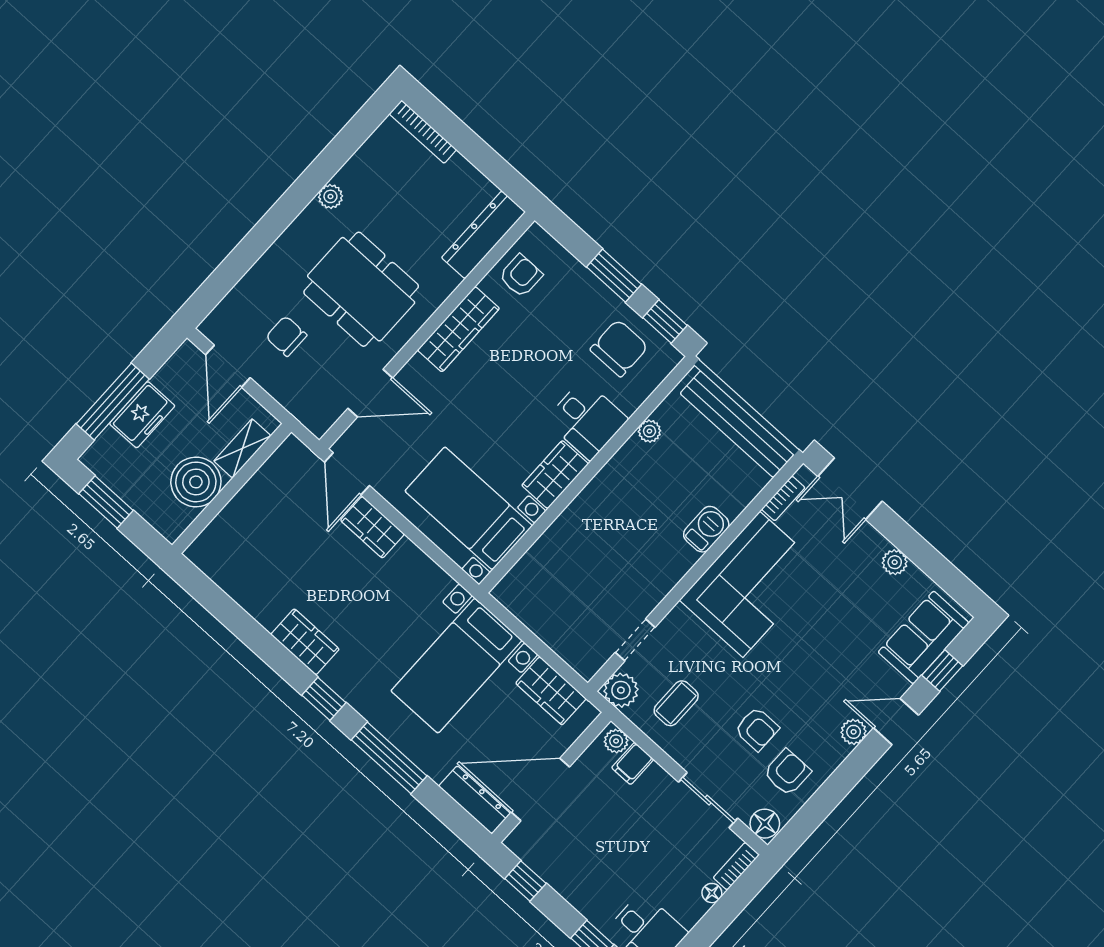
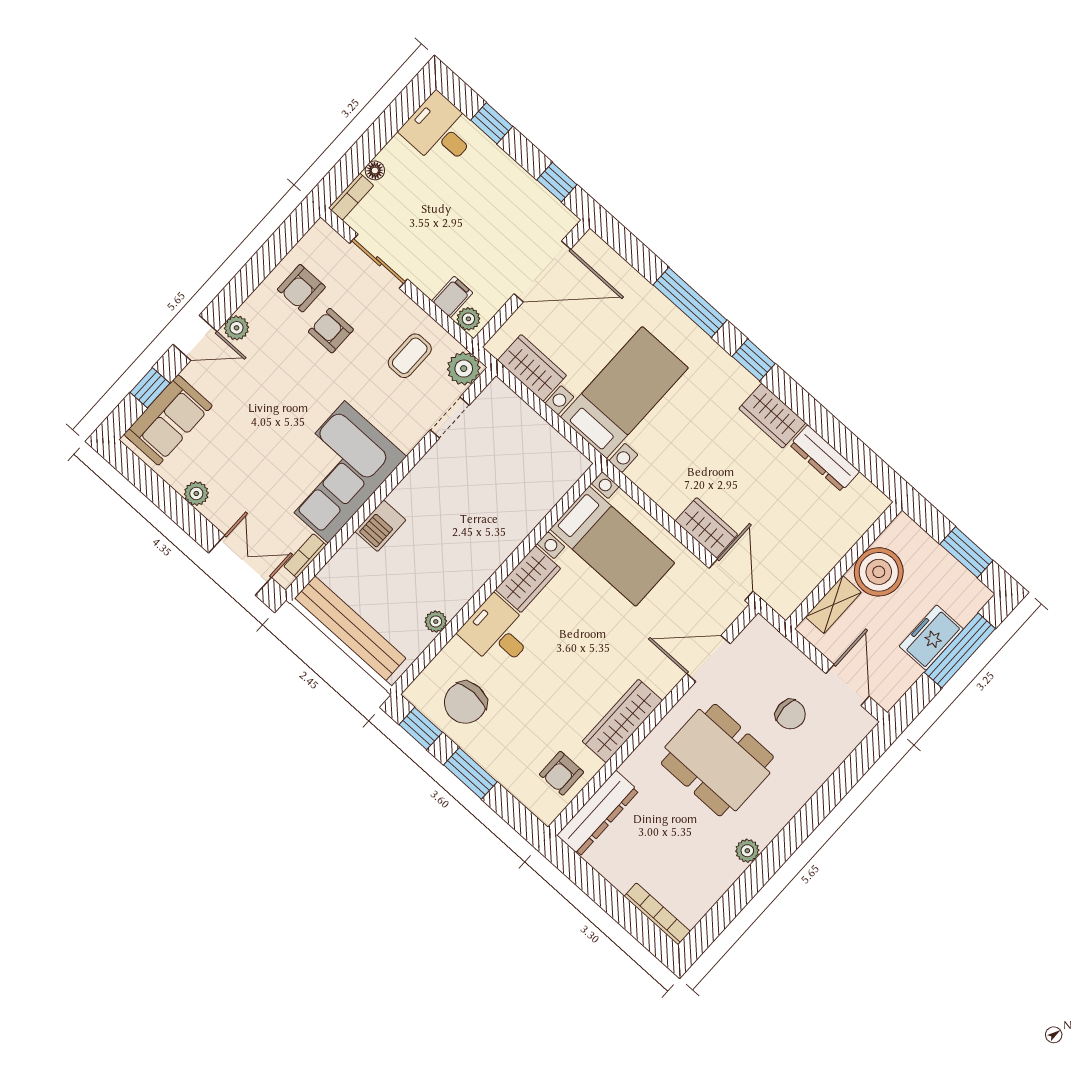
dresser: (474, 800) -> (825, 458), moved
floor lamp: (765, 824) -> (323, 238), removed

